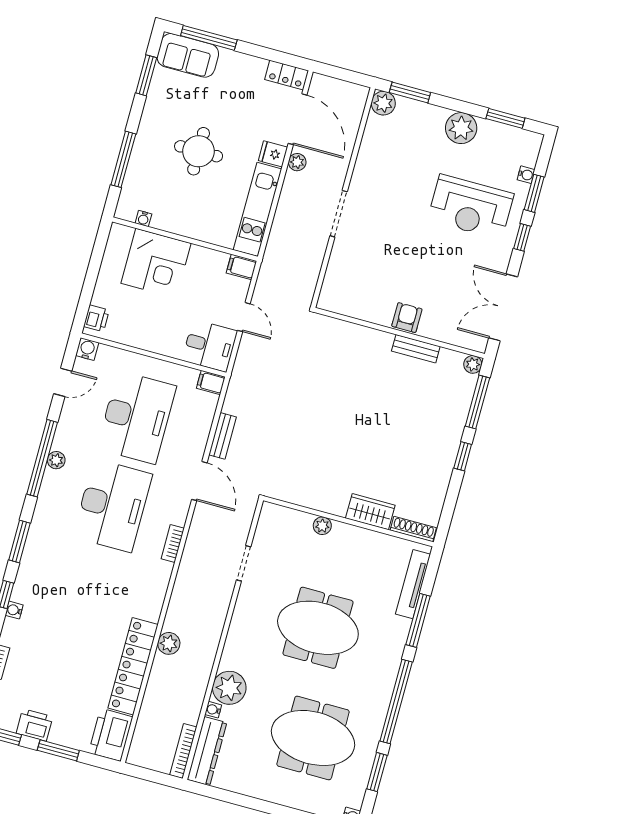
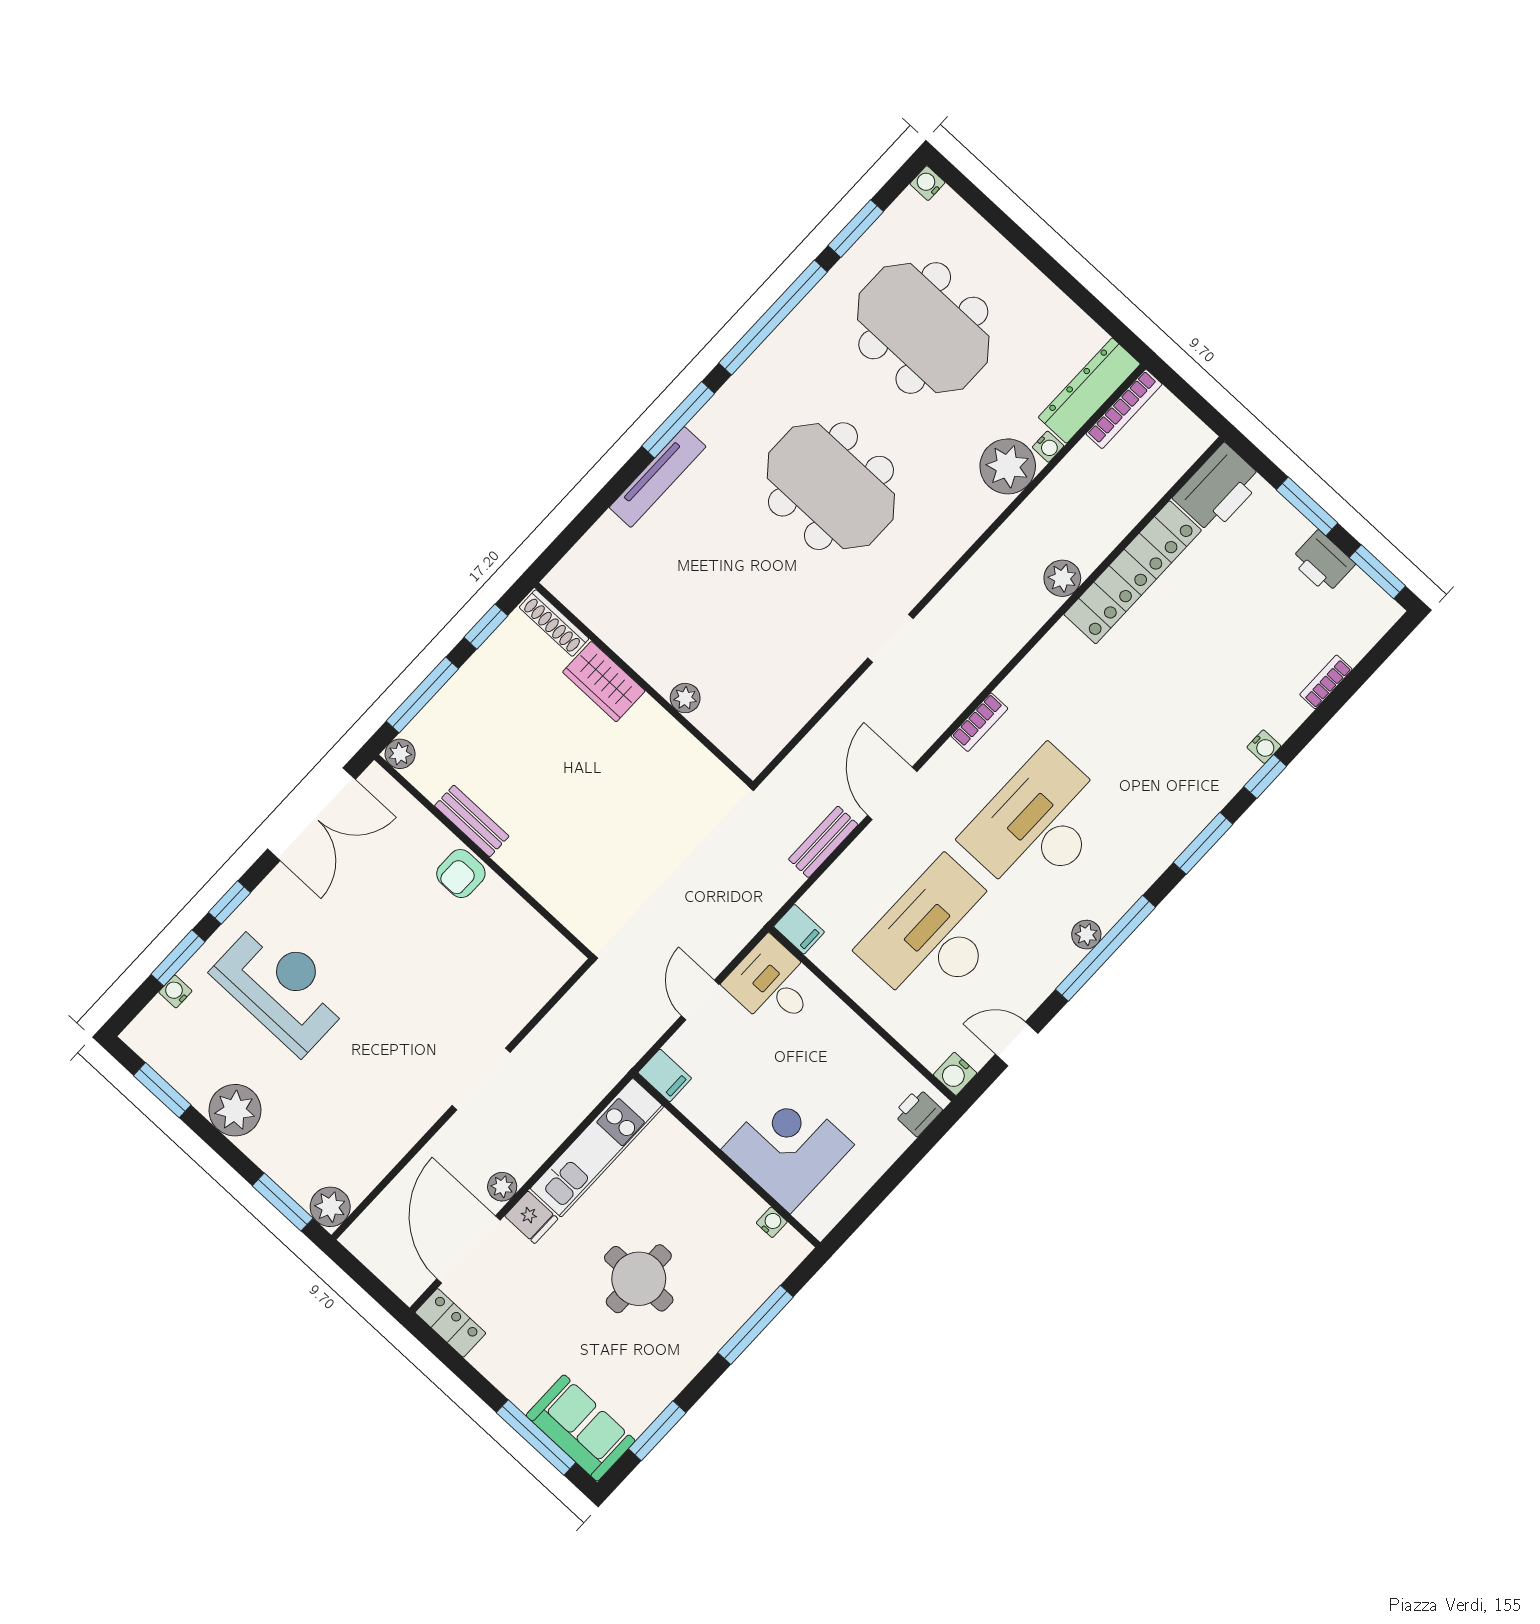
wardrobe: (370, 512) -> (604, 682), moved
wall: (348, 521) -> (644, 684), moved
plant: (322, 526) -> (685, 698), moved
shoe rack: (413, 529) -> (554, 623), moved

